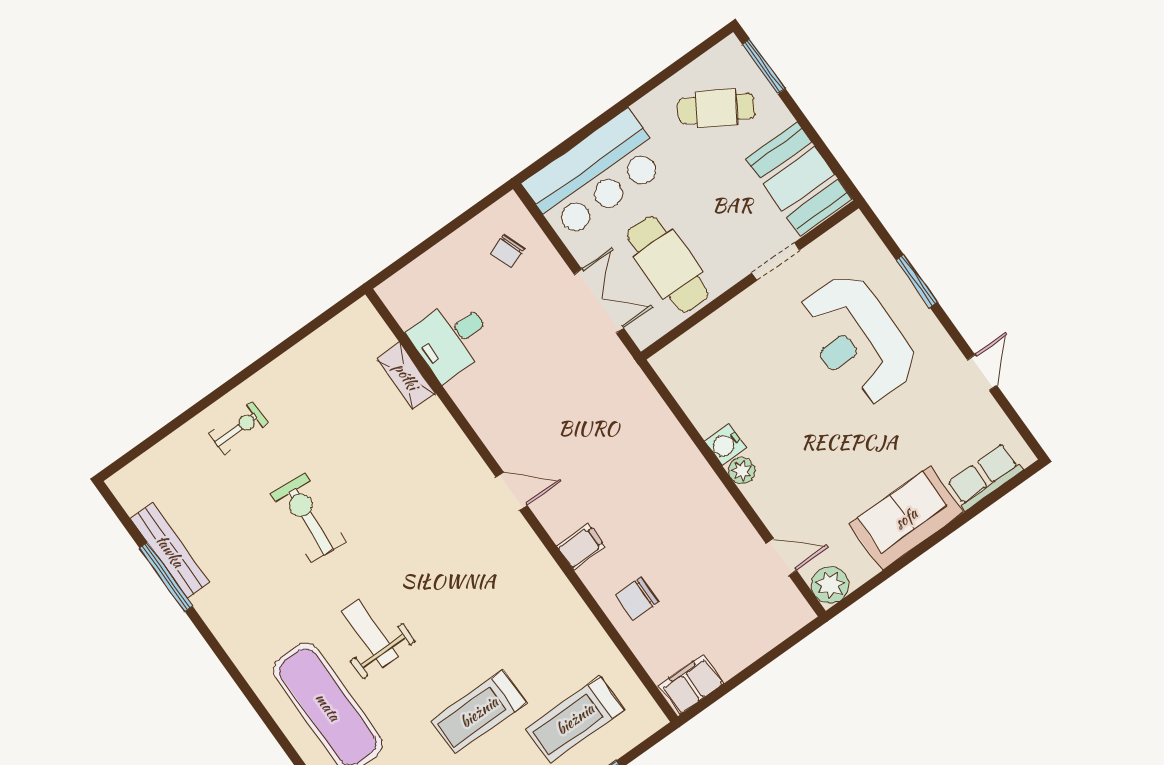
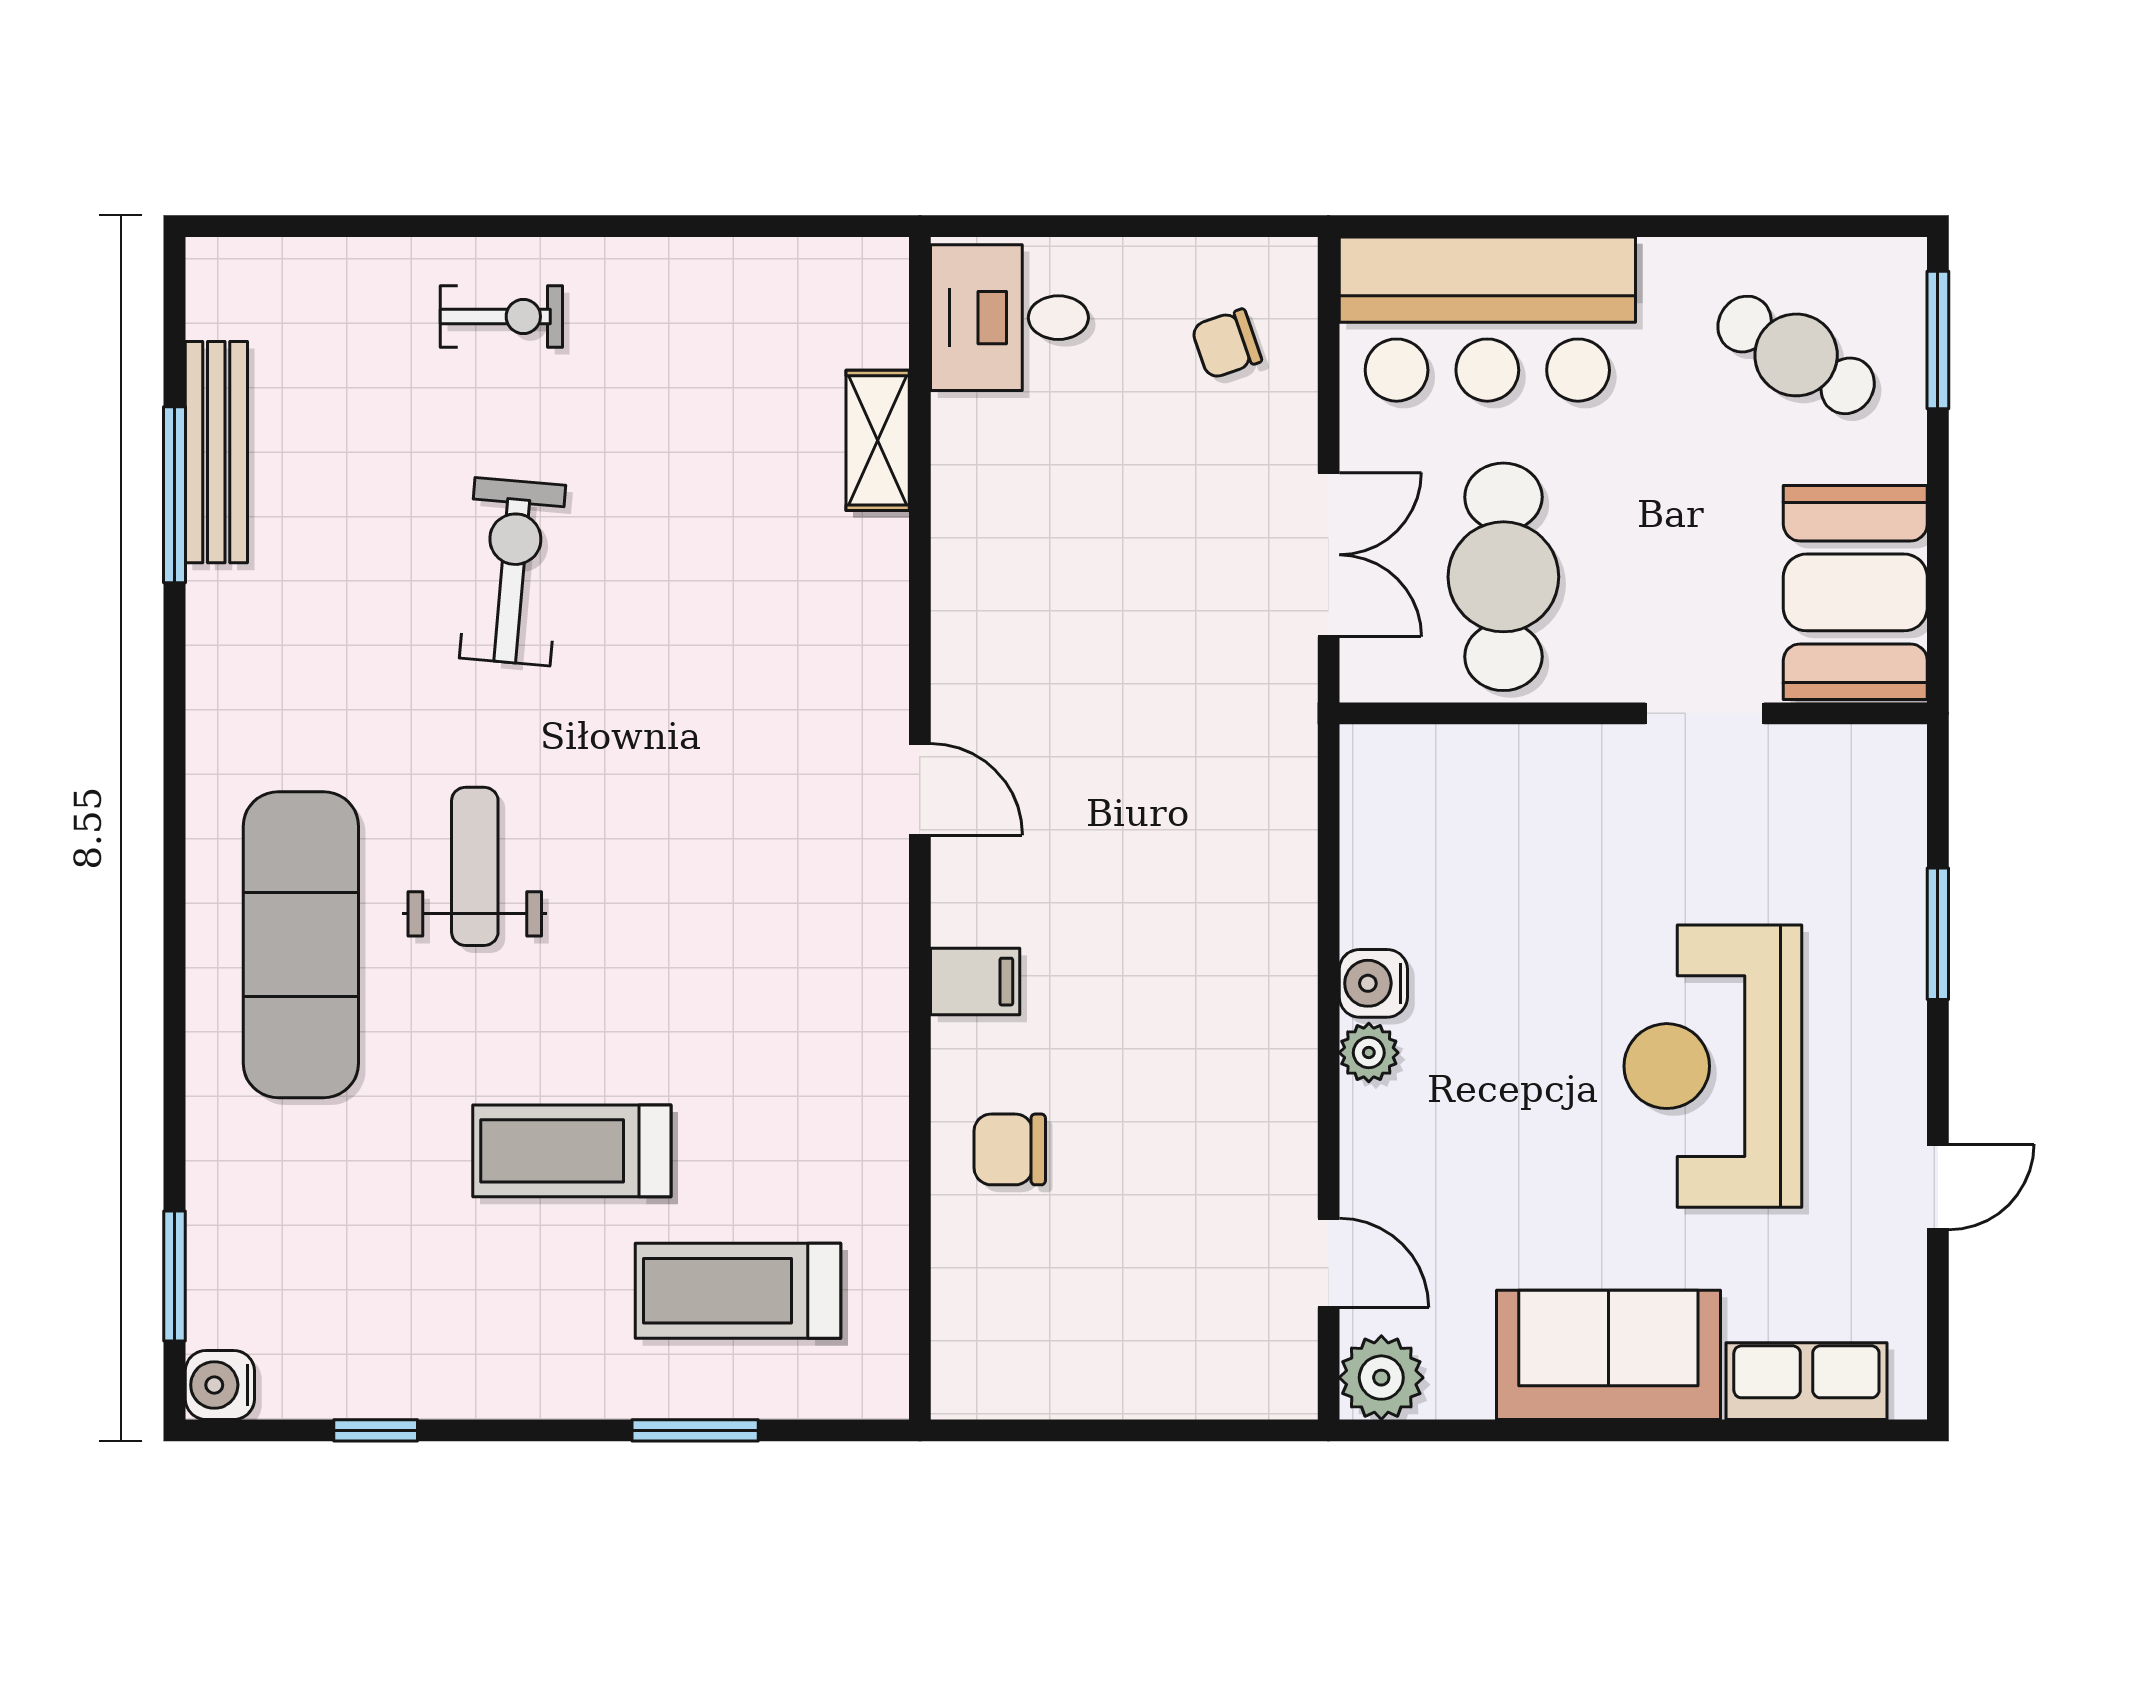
desk: (451, 338) -> (1010, 318), moved
reception desk: (857, 339) -> (1713, 1066), moved
filing cabinet: (691, 684) -> (997, 1379), removed

